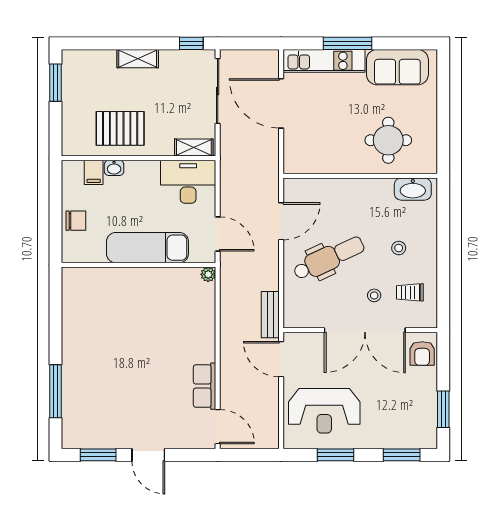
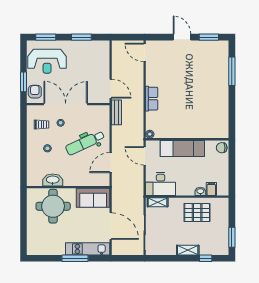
window: (191, 43) -> (206, 258), moved
sofa: (397, 67) -> (93, 198), moved, turned 180
round table: (388, 140) -> (53, 206), width x1.36, depth x1.36
washbasin: (413, 189) -> (53, 180), moved
chair: (76, 221) -> (222, 148), moved
row of seats: (205, 386) -> (152, 99), moved
window: (443, 409) -> (23, 82), moved
reception desk: (324, 411) -> (47, 61), moved, turned 180

